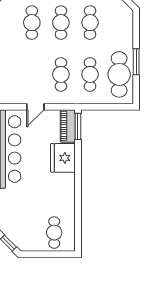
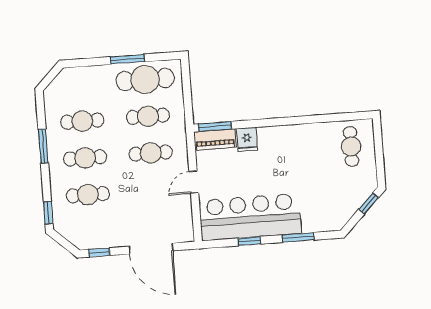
door: (35, 107) -> (194, 182), swing flipped
fridge: (63, 158) -> (247, 139), width x0.53, depth x0.75
cafe table: (54, 233) -> (351, 146), turned 90

